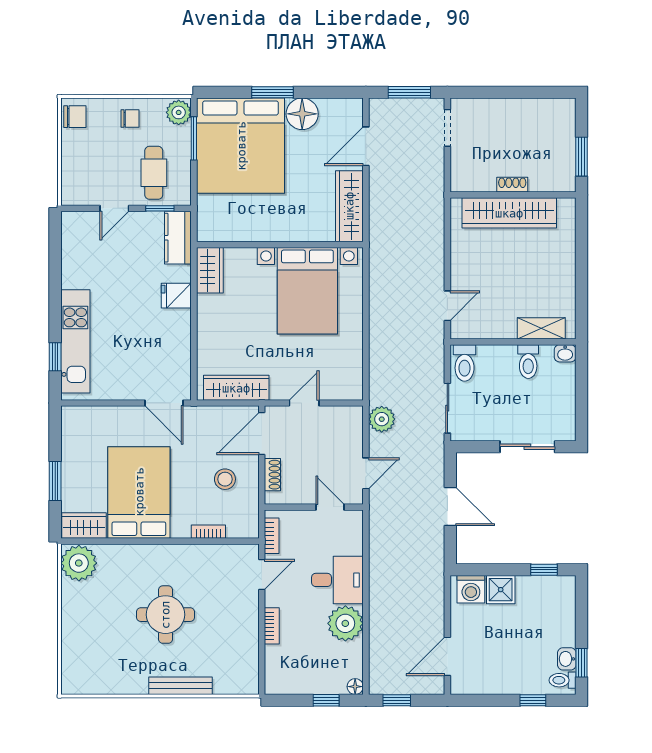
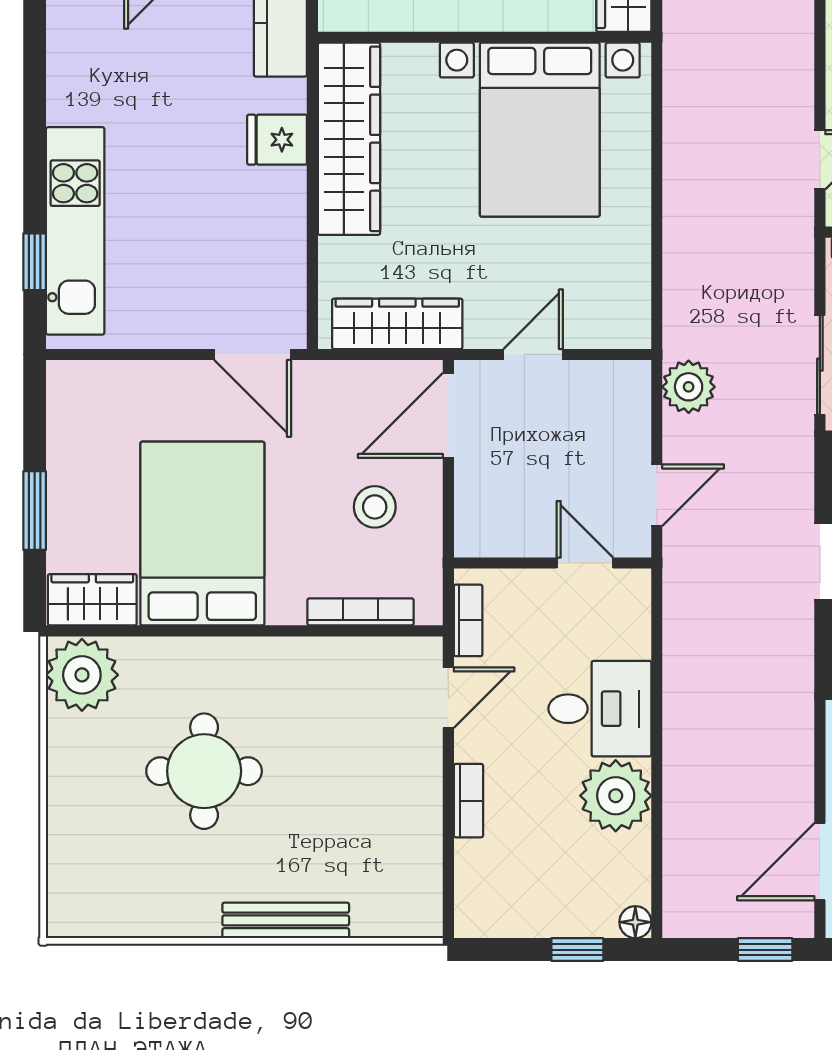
wardrobe: (210, 270) -> (349, 139), width x2.10, depth x1.17
shoe rack: (272, 475) -> (470, 498), removed
bookcase: (208, 532) -> (360, 612), width x1.56
round table: (165, 615) -> (204, 771), moved
window: (397, 700) -> (765, 950), moved

